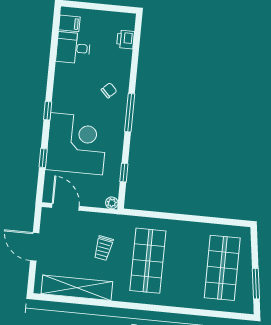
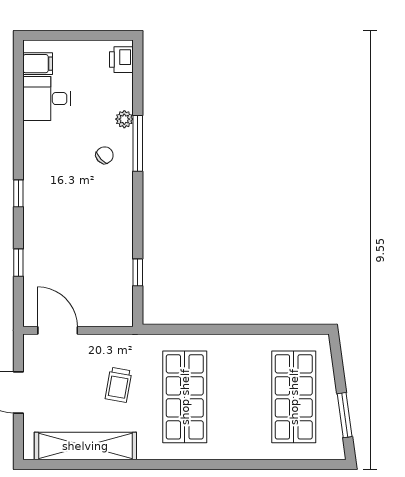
printer: (125, 39) -> (121, 60), moved
window: (130, 113) -> (138, 143), moved
corner desk: (76, 144) -> (65, 237), removed
plant: (112, 203) -> (124, 119), moved

